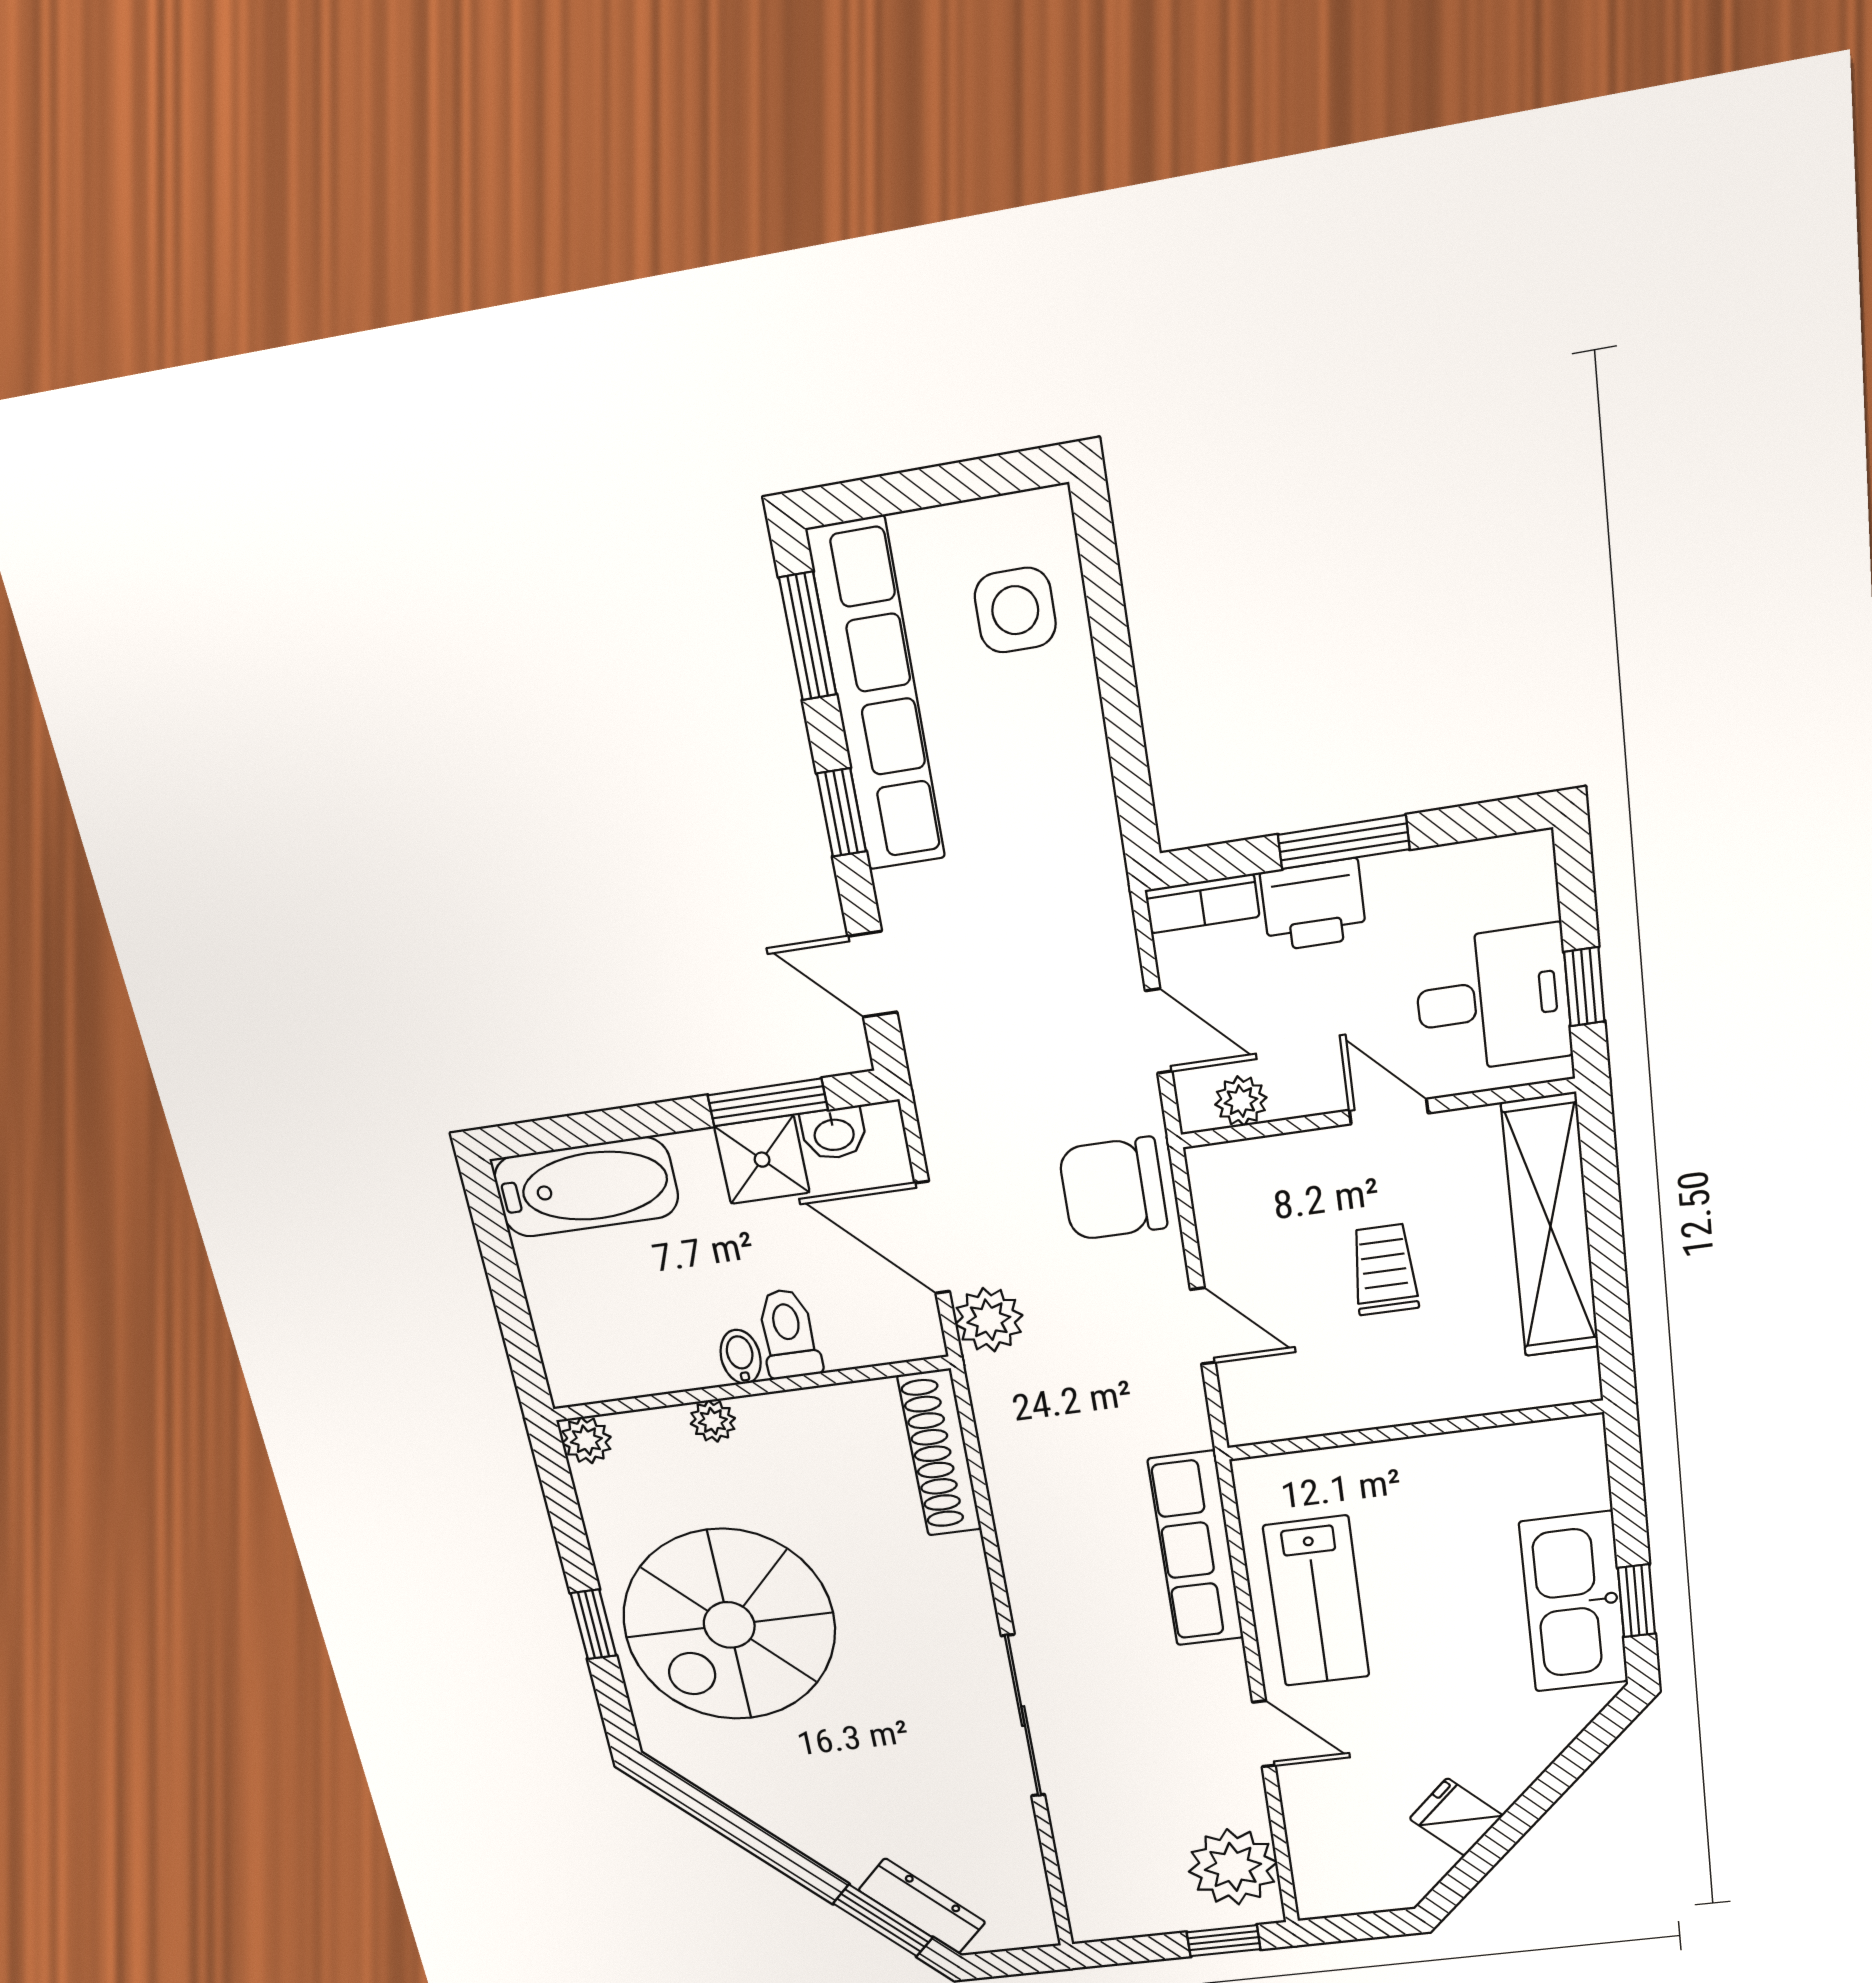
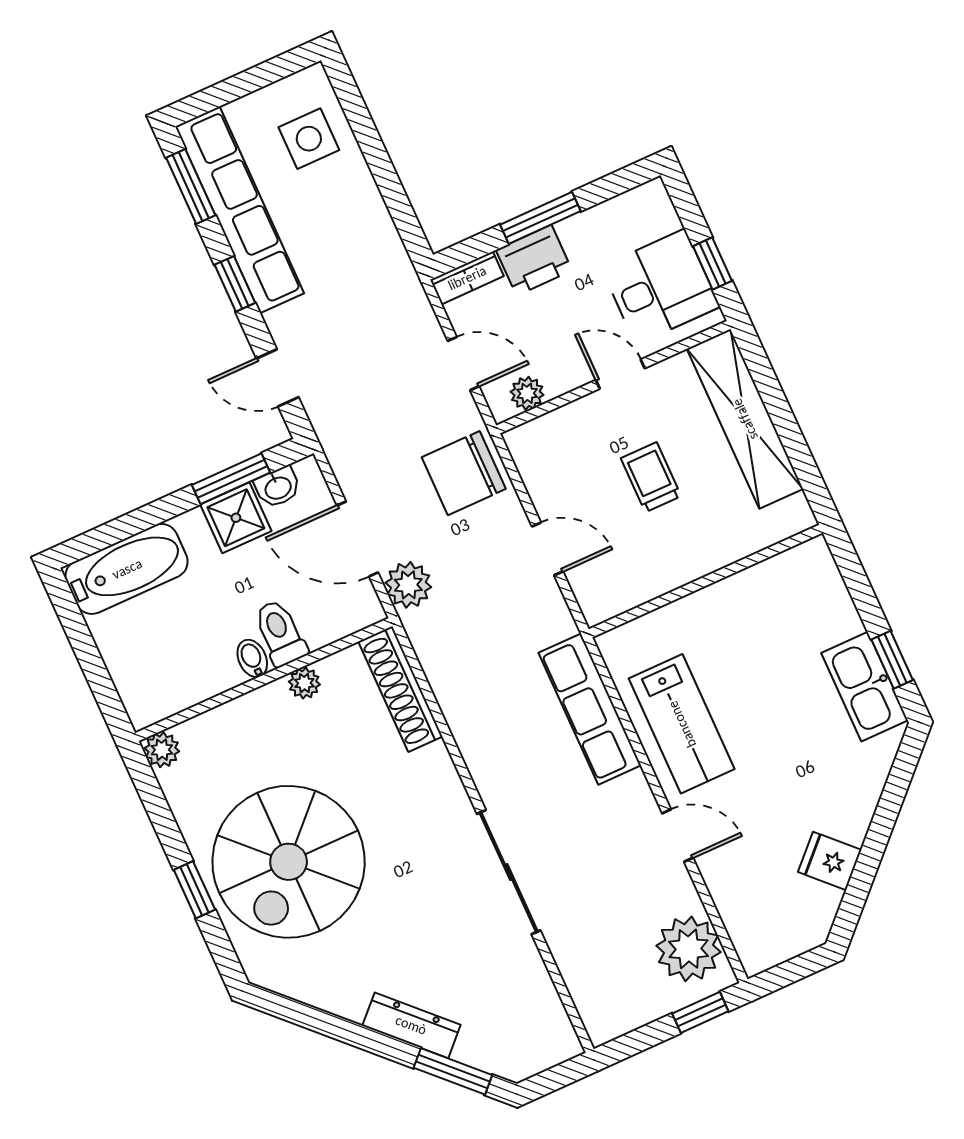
plant: (713, 1421) -> (304, 683), moved
kitchen sink: (1574, 1602) -> (865, 687), width x0.73, depth x0.81
dresser: (922, 1906) -> (411, 1025), moved

